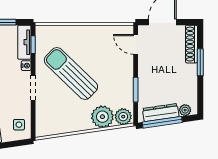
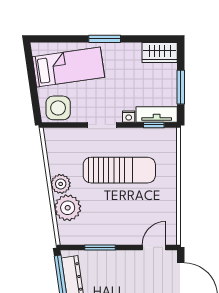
sun lounger: (71, 73) -> (119, 170), turned 46
plant: (123, 117) -> (61, 184), moved
side table: (19, 125) -> (58, 108), width x1.87, depth x1.87

